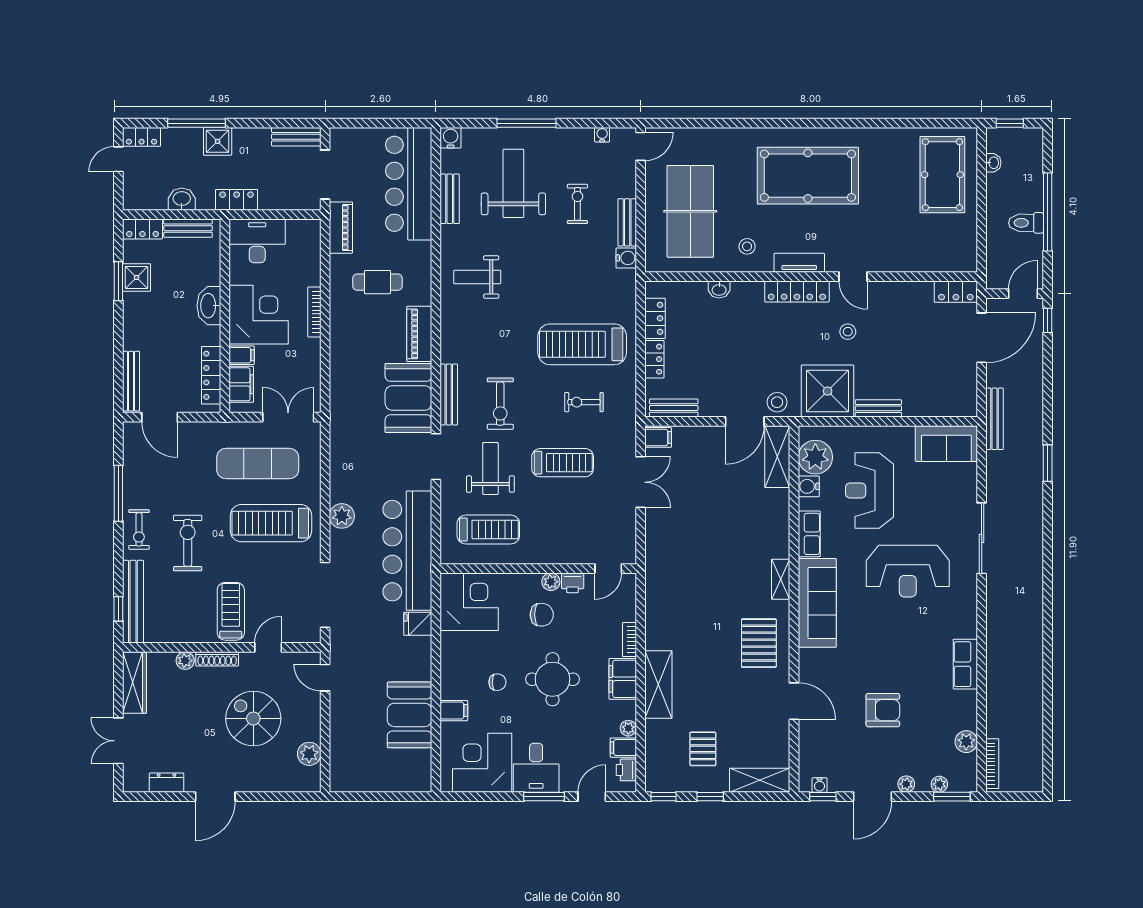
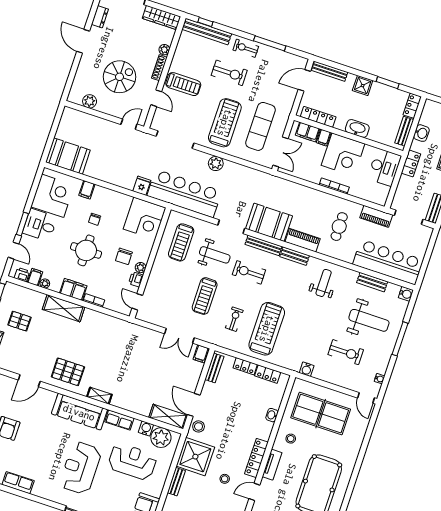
exercise bike: (577, 204) -> (346, 352), width x1.38, depth x1.39
bench: (627, 222) -> (295, 256), moved
shower: (137, 277) -> (363, 86), moved
booth: (410, 715) -> (68, 156), moved

